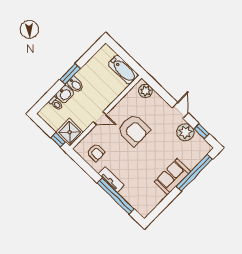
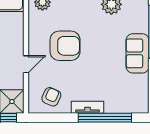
armchair: (96, 152) -> (51, 97), turned -66

